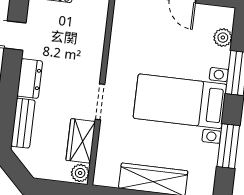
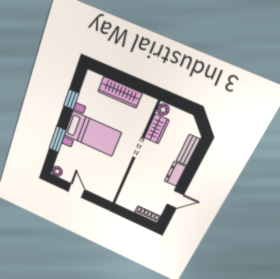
plant: (223, 38) -> (57, 171), moved
window: (228, 146) -> (71, 99), width x0.67

